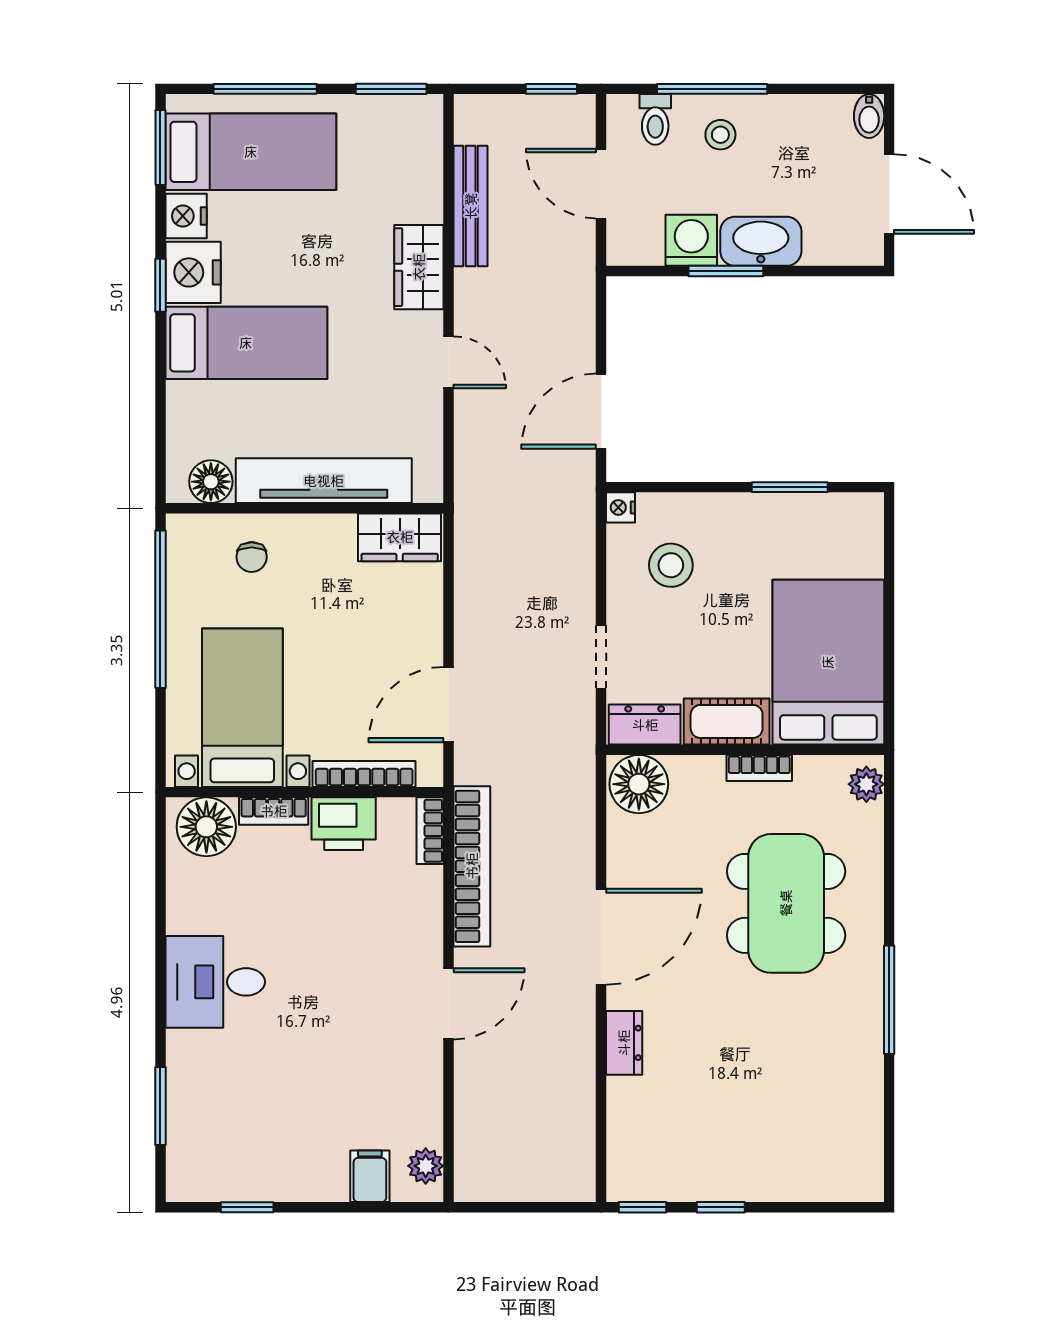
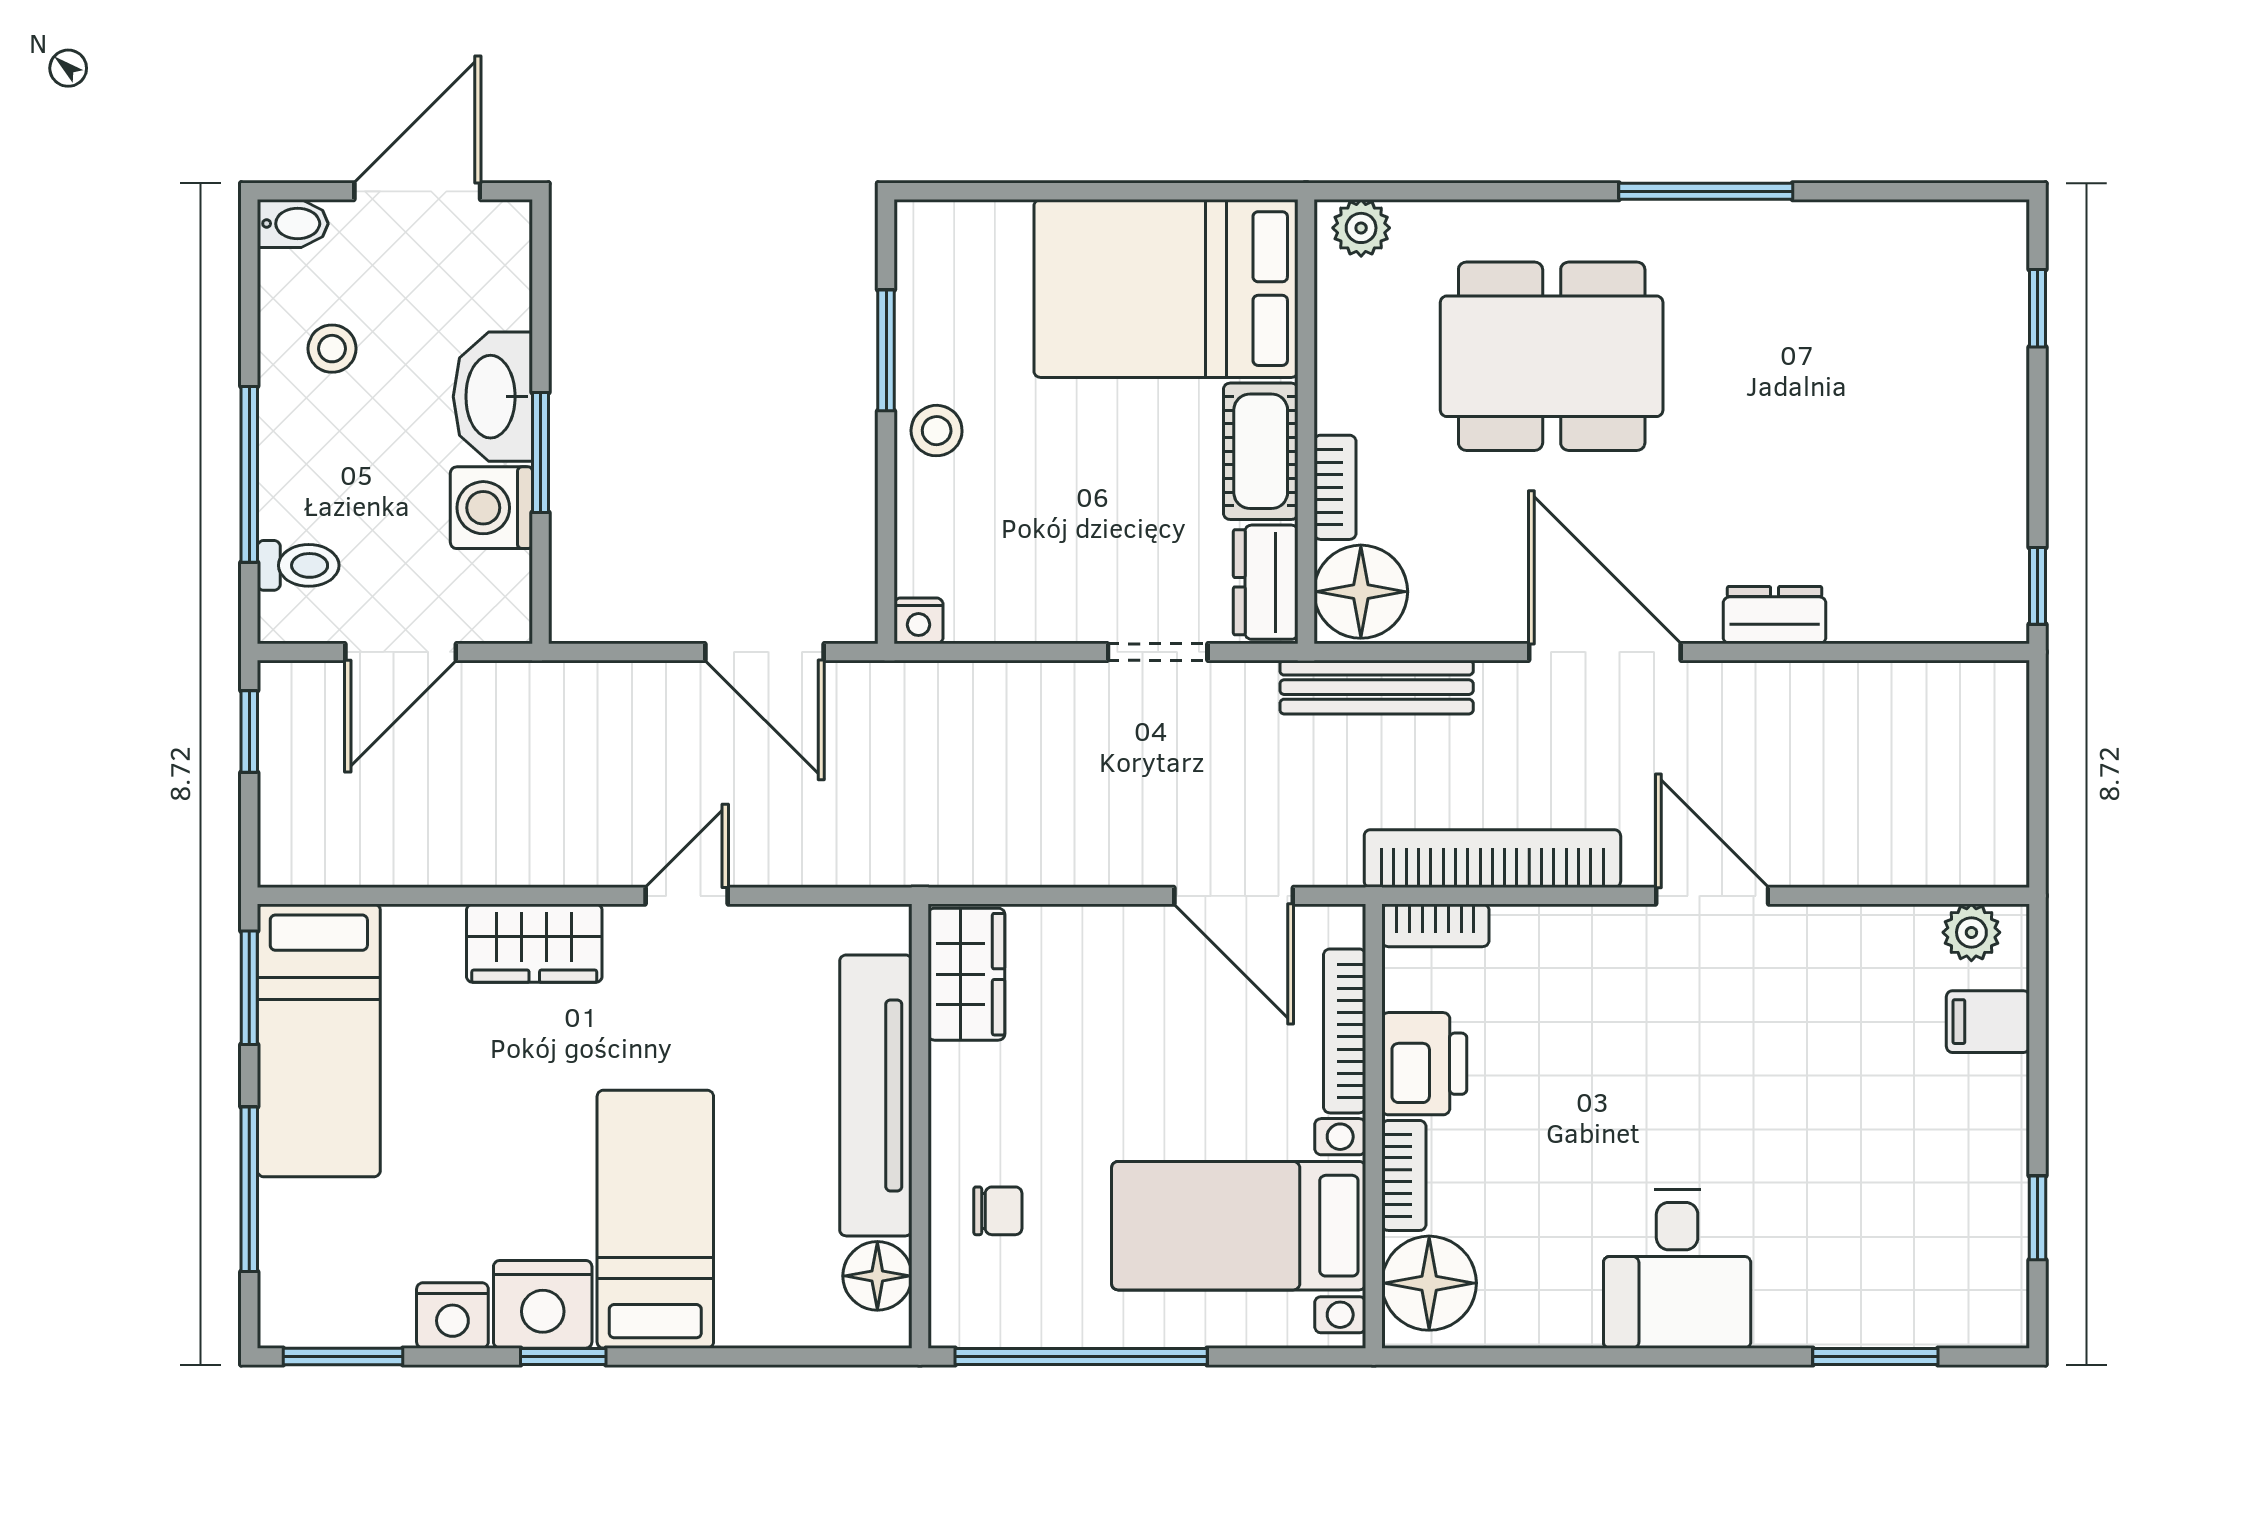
stool: (720, 135) -> (332, 349), moved
bed: (251, 152) -> (319, 1040), moved, turned 180
bench: (471, 206) -> (1377, 687), moved
stool: (671, 565) -> (937, 431), moved, width x0.73, depth x0.73
bookcase: (759, 768) -> (1335, 487), moved
window: (721, 1207) -> (2038, 308), moved

